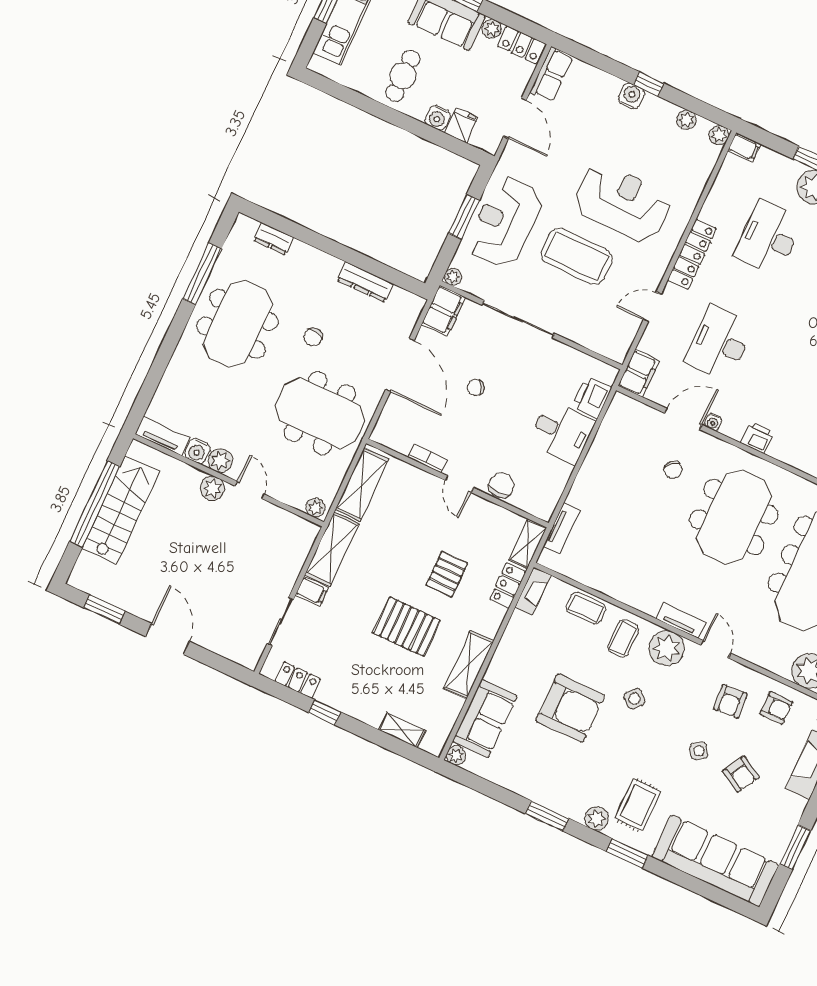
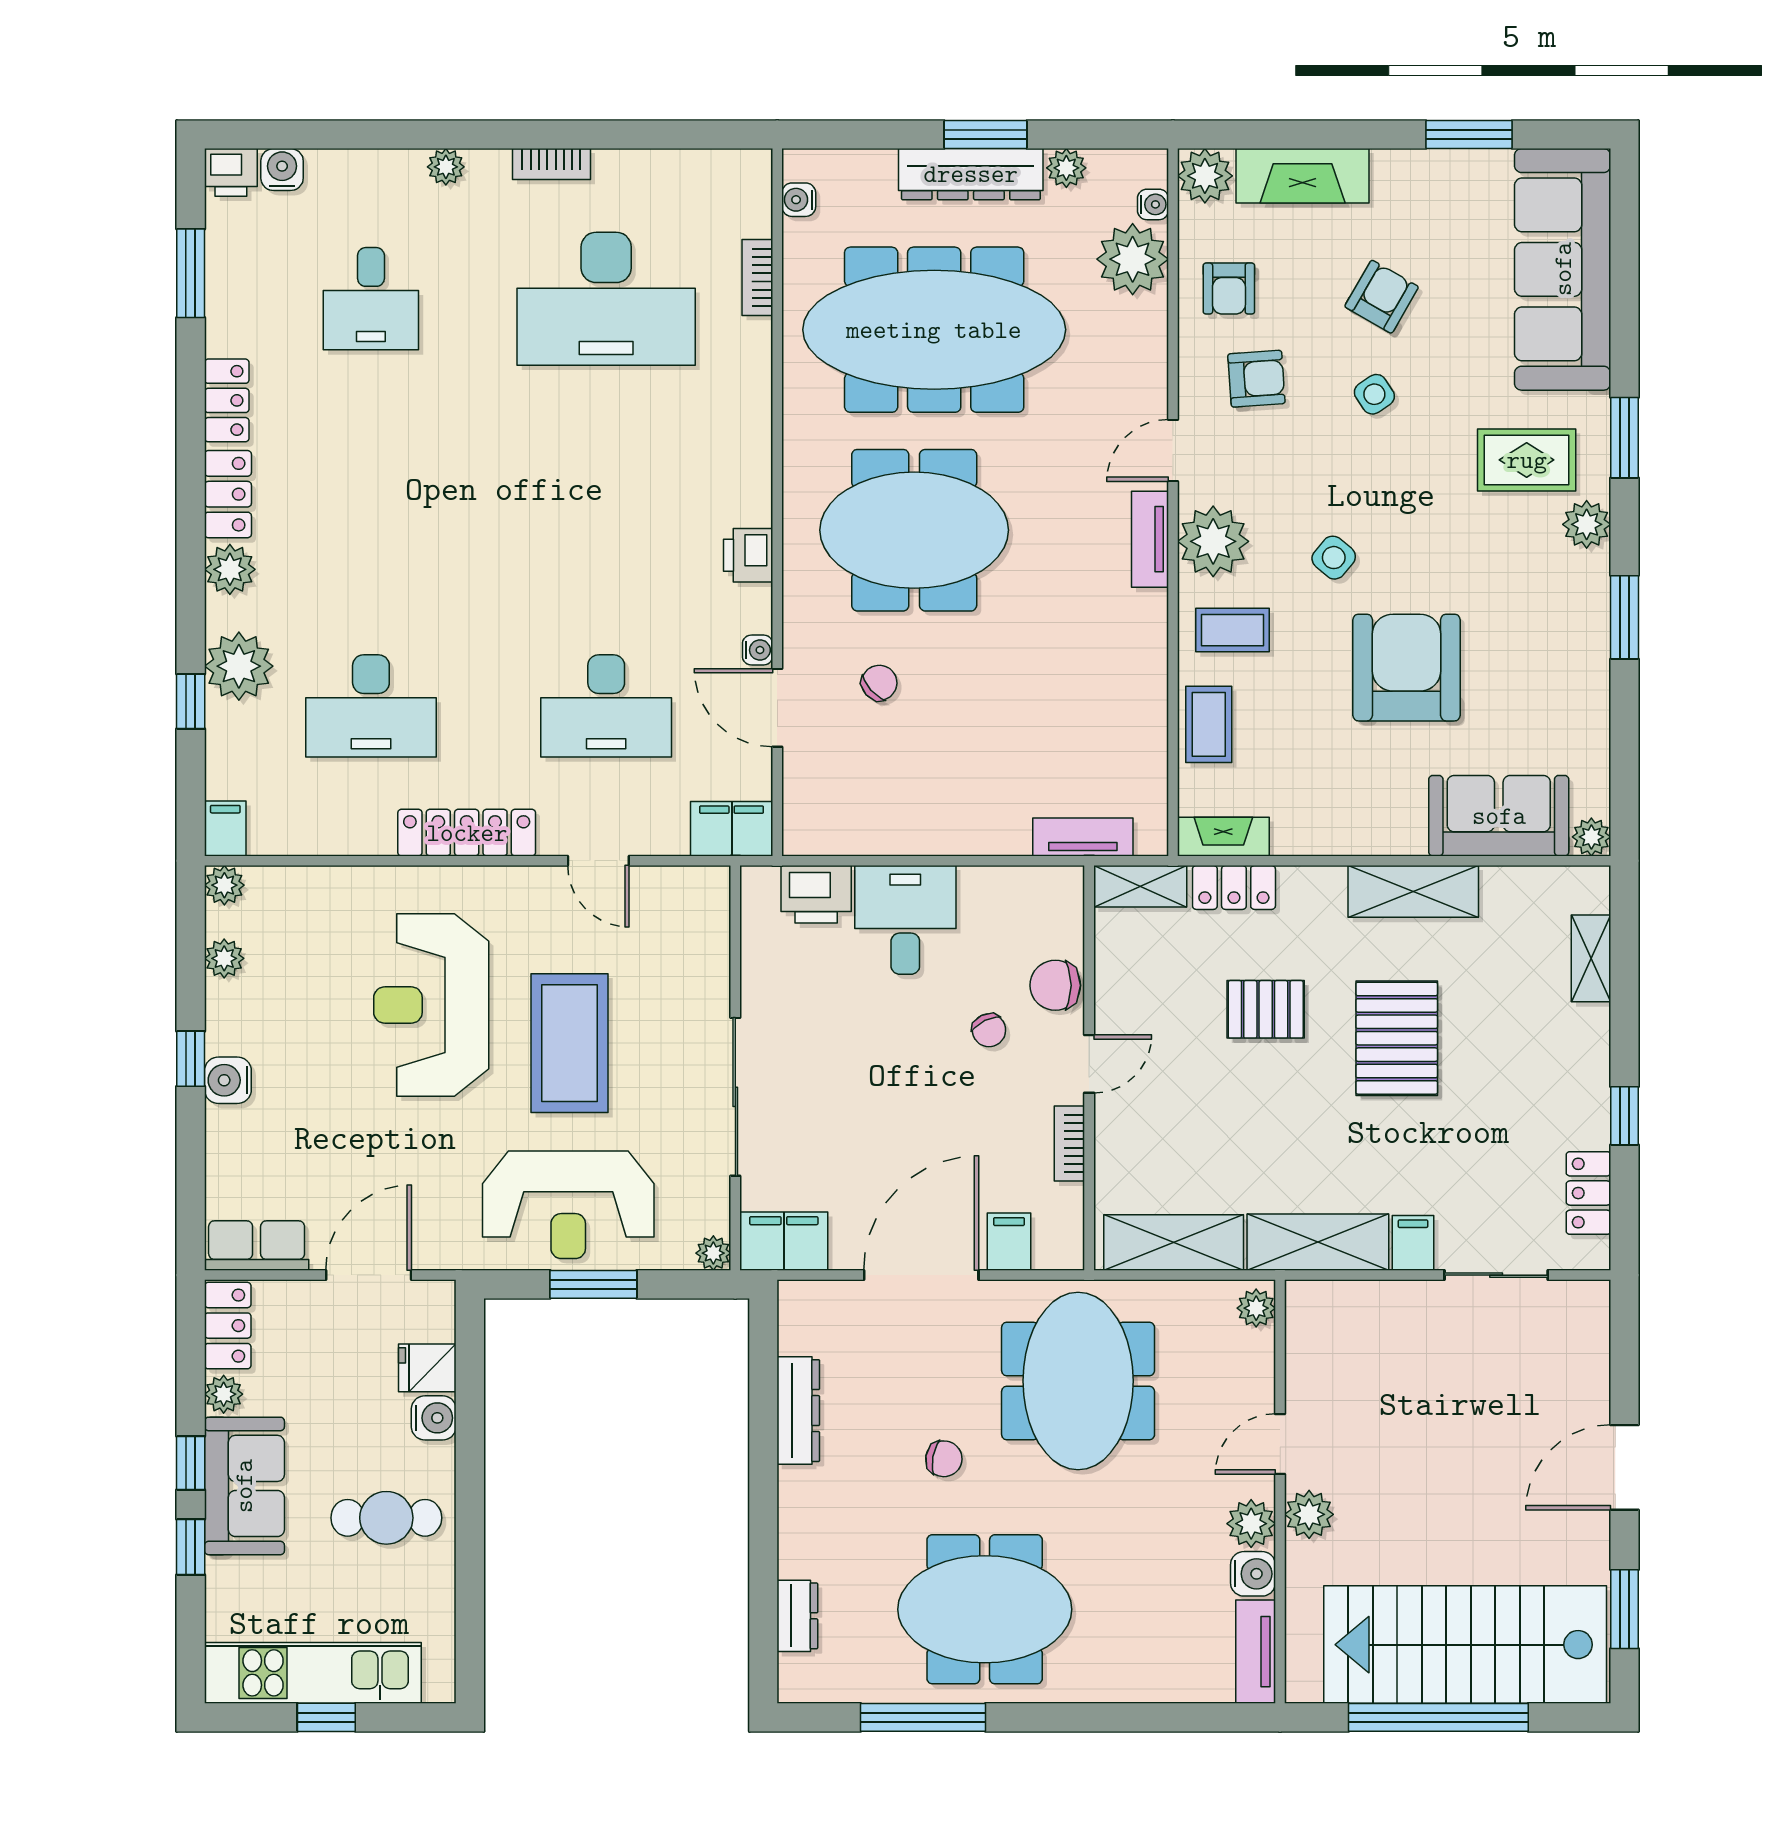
chair: (476, 388) -> (989, 1030), moved
filing cabinet: (397, 411) -> (1009, 1242), added
stairs: (121, 510) -> (1465, 1645), width x1.36, depth x1.51
armchair: (776, 708) -> (1229, 289), turned 180

